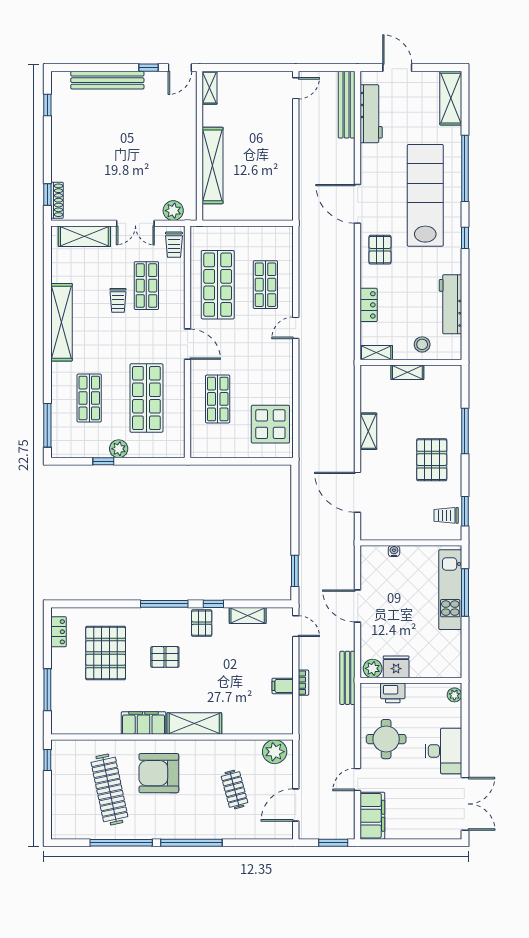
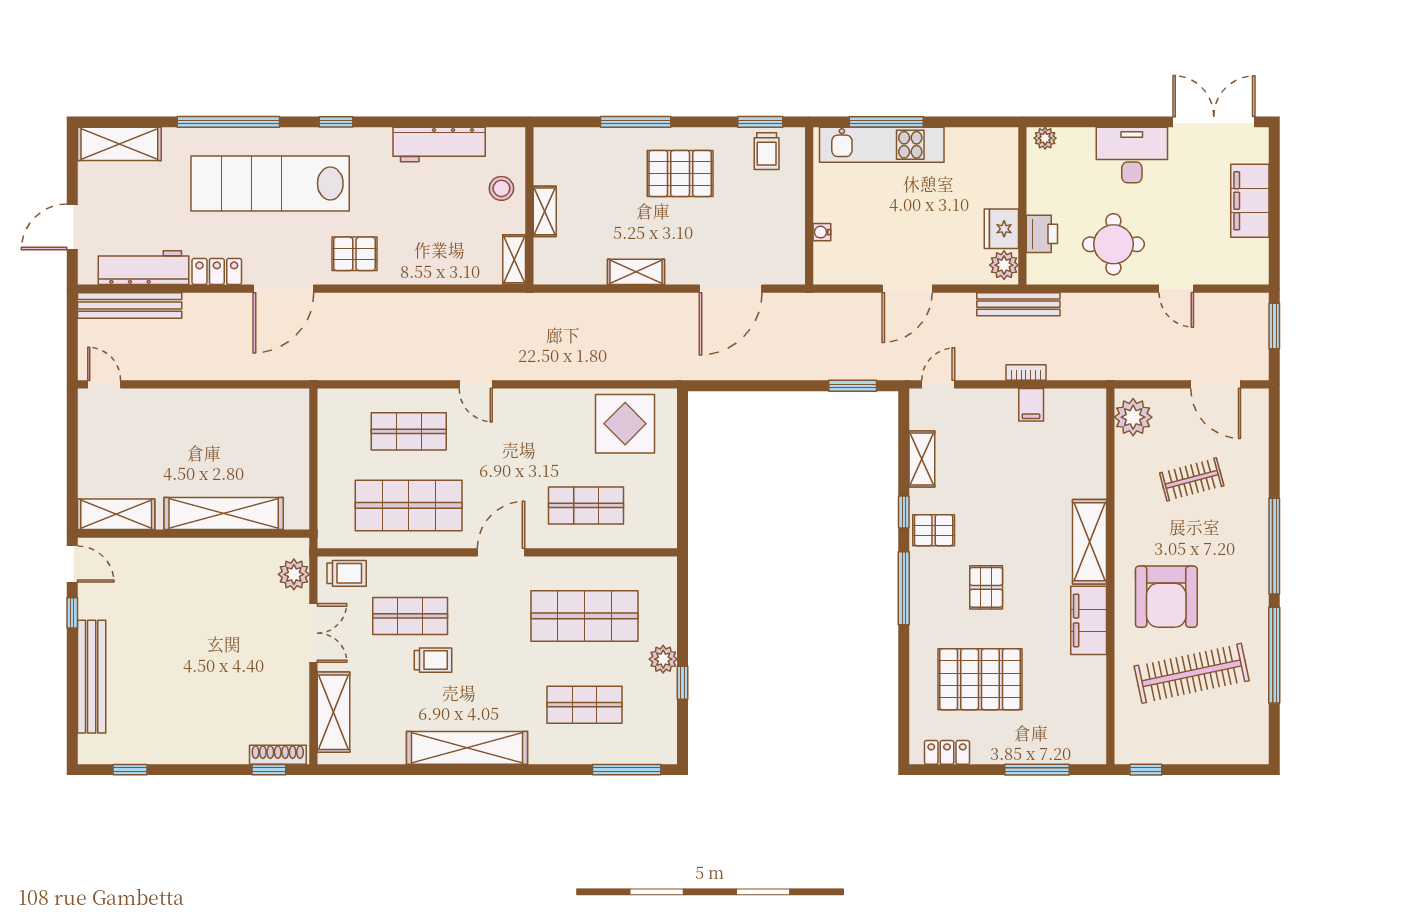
shelving: (210, 88) -> (116, 514), width x1.50, depth x1.33
locker: (369, 305) -> (217, 271), moved
filing cabinet: (372, 816) -> (1250, 201), moved, turned -90

